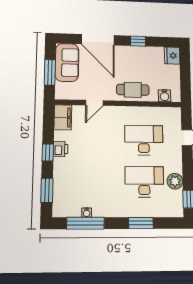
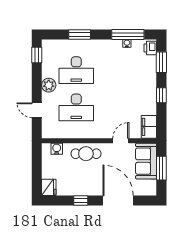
sofa: (67, 63) -> (146, 161), moved
printer: (61, 149) -> (150, 48), moved
plant: (175, 181) -> (49, 85), moved

